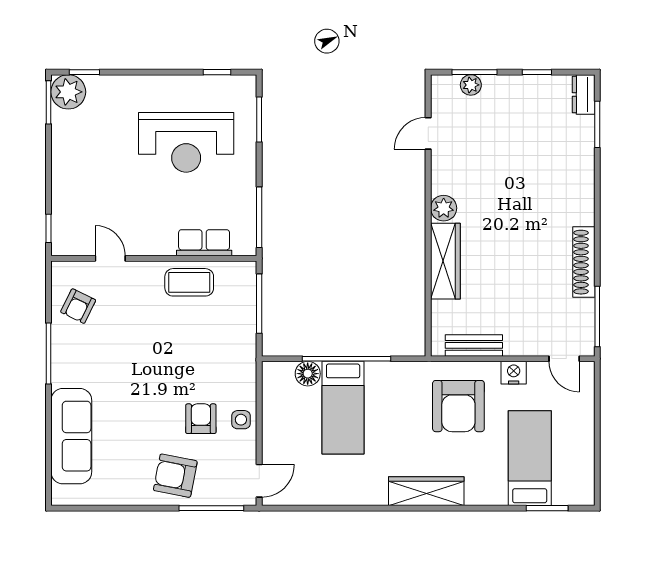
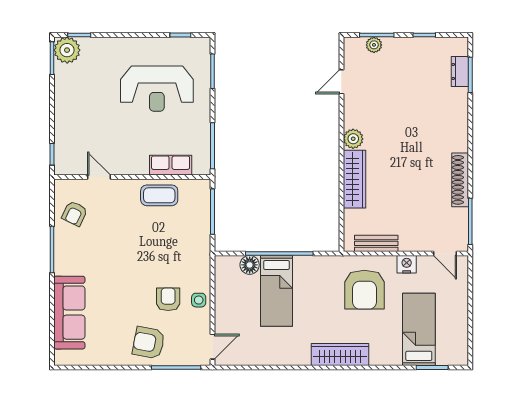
dresser: (584, 95) -> (460, 71), moved

